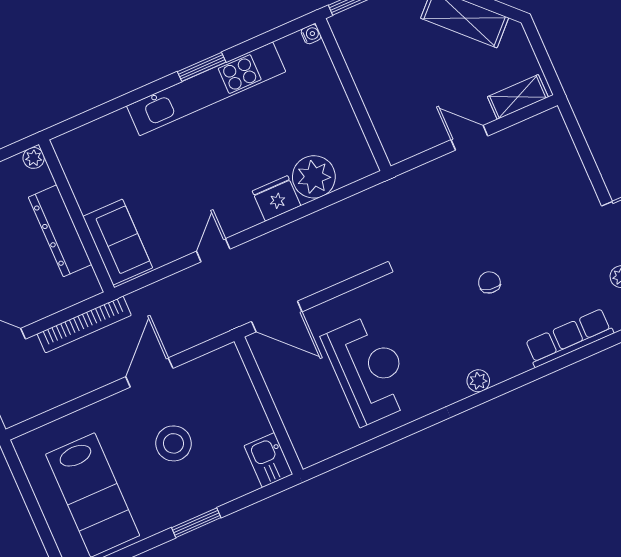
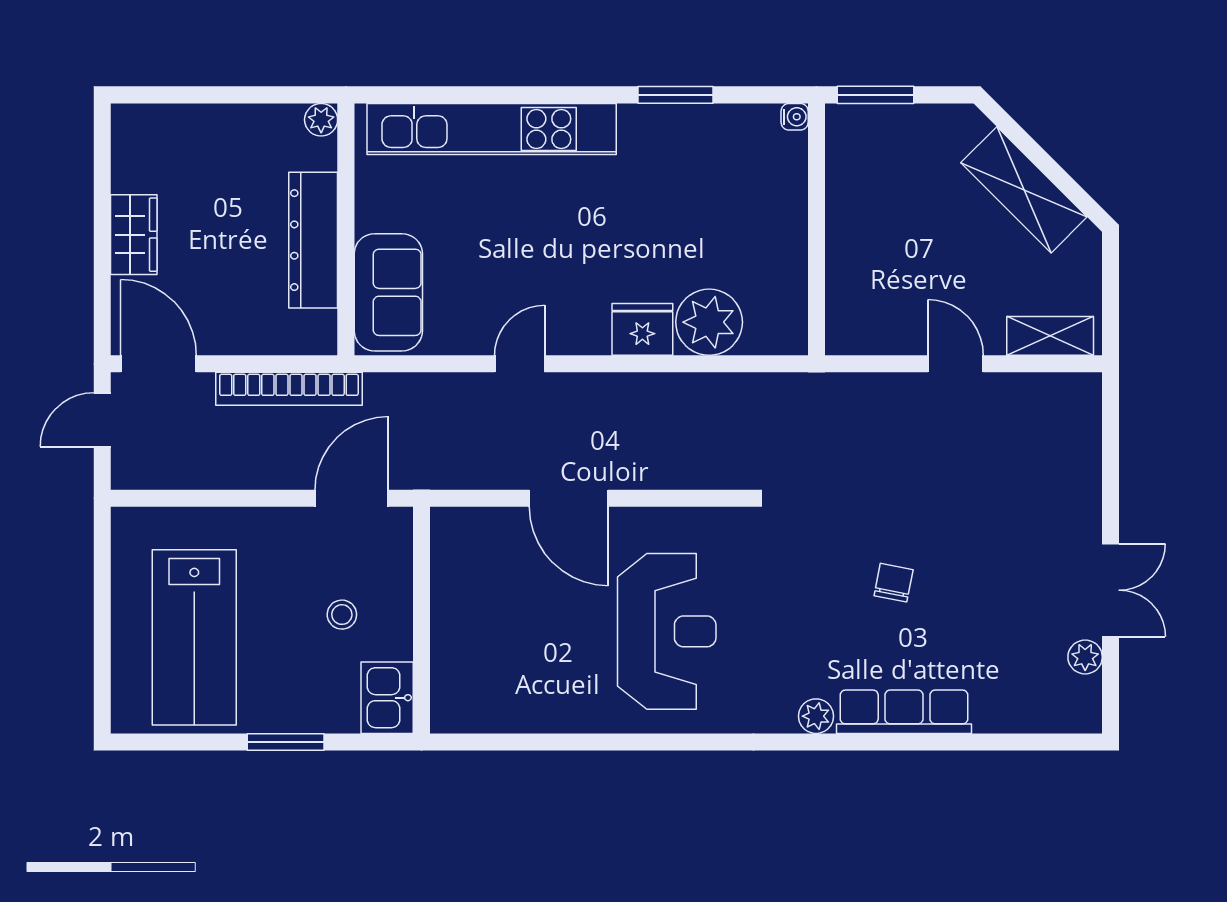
window: (202, 67) -> (676, 95), moved
kitchen unit: (206, 89) -> (492, 129), moved
row of seats: (569, 338) -> (904, 712), moved
wall: (269, 406) -> (422, 620), moved
stool: (173, 443) -> (342, 615), width x0.53, depth x0.53
kitchen sink: (268, 460) -> (387, 698), moved
window: (196, 523) -> (286, 742), moved

